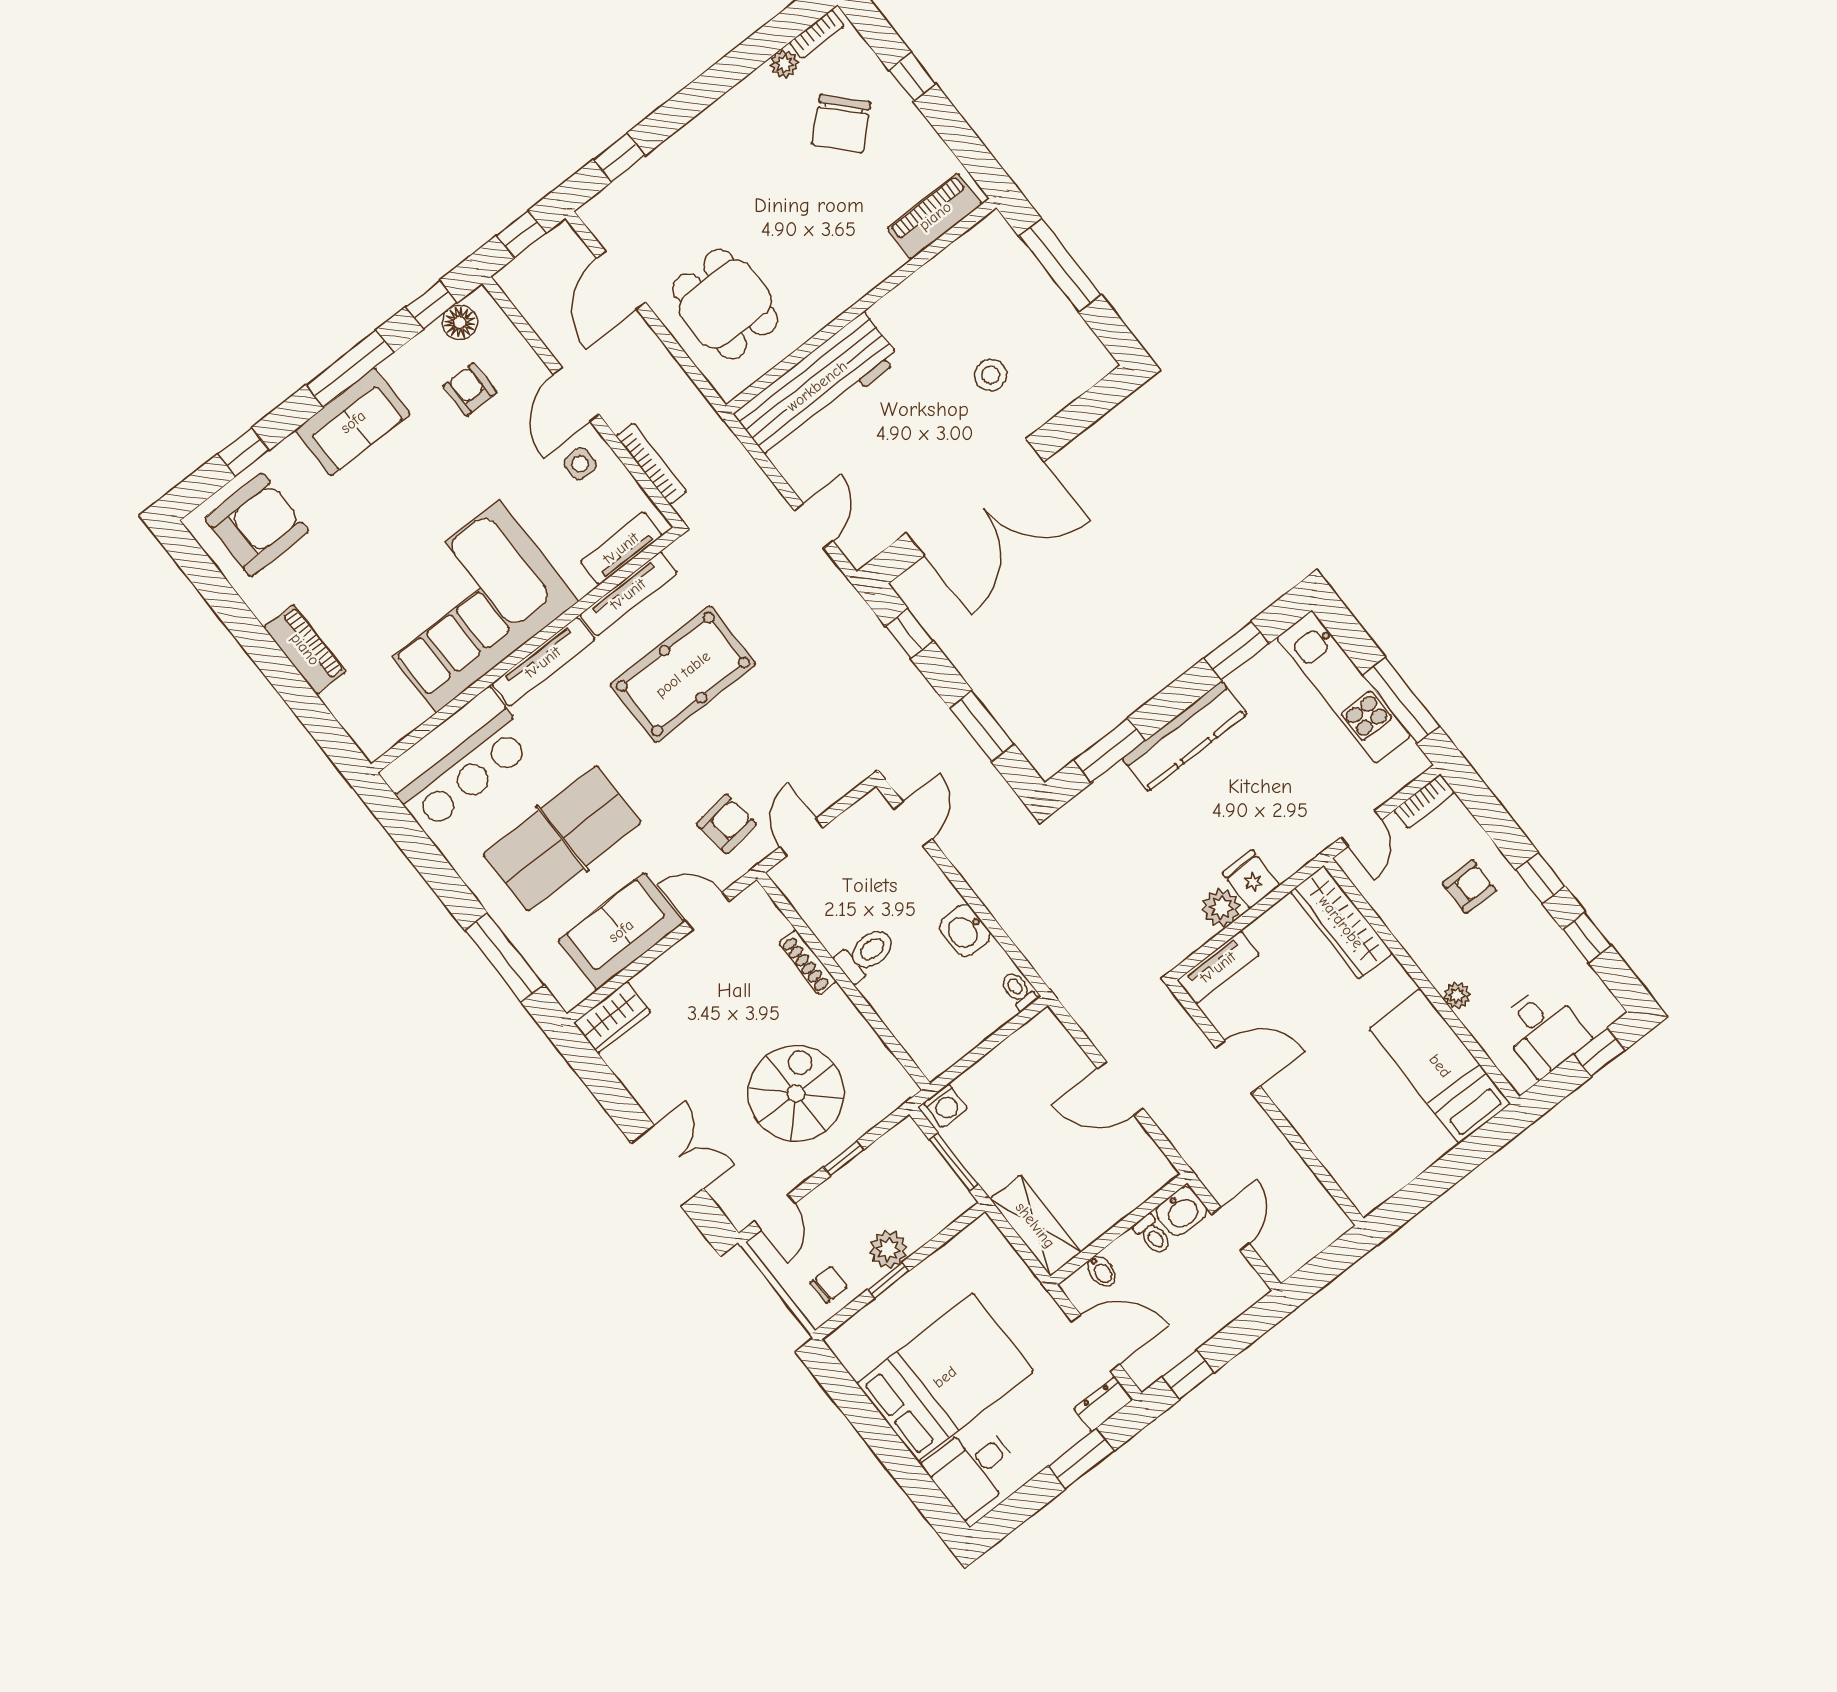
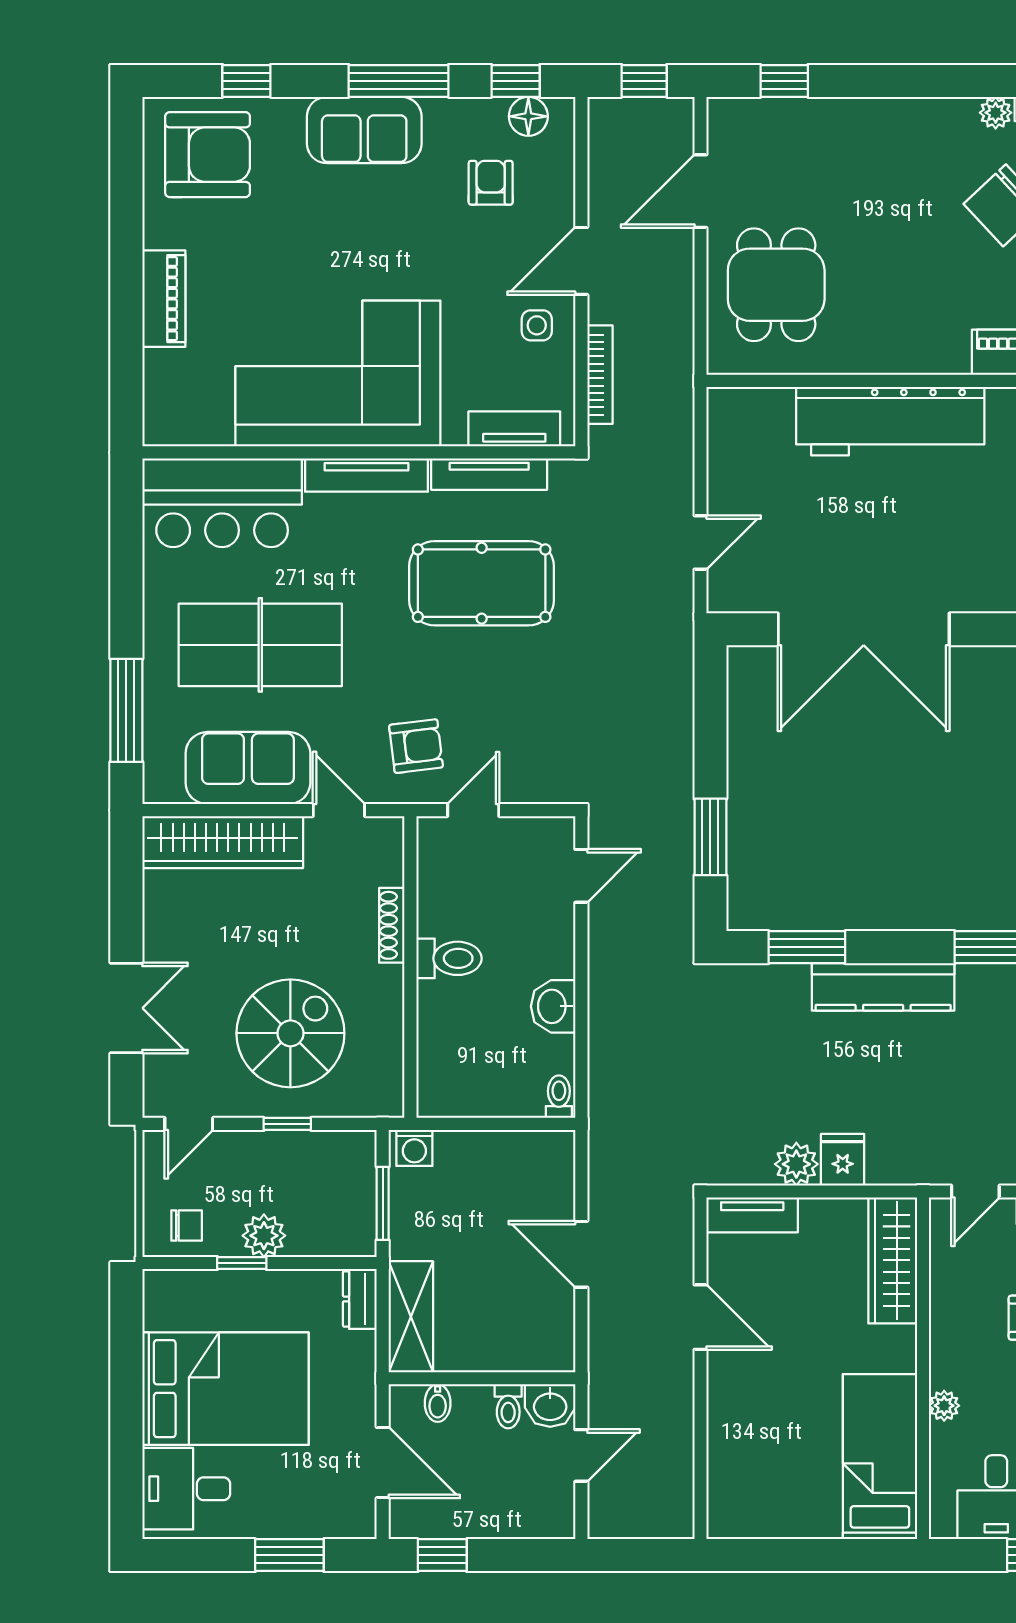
stool: (991, 375) -> (962, 532), removed
workbench: (817, 386) -> (890, 421), moved
window: (909, 633) -> (710, 704), removed
wardrobe: (612, 1017) -> (223, 842), width x2.10, depth x1.17
dresser: (1103, 1404) -> (360, 1299), moved, turned -90

